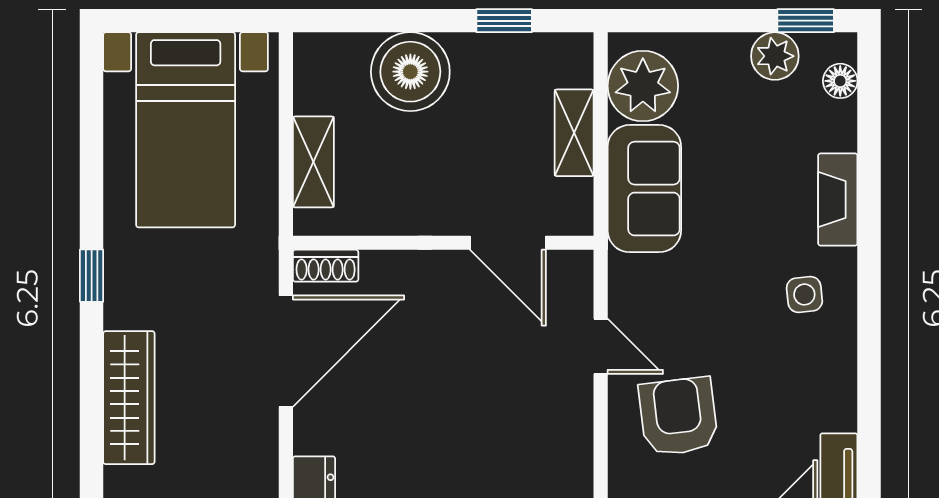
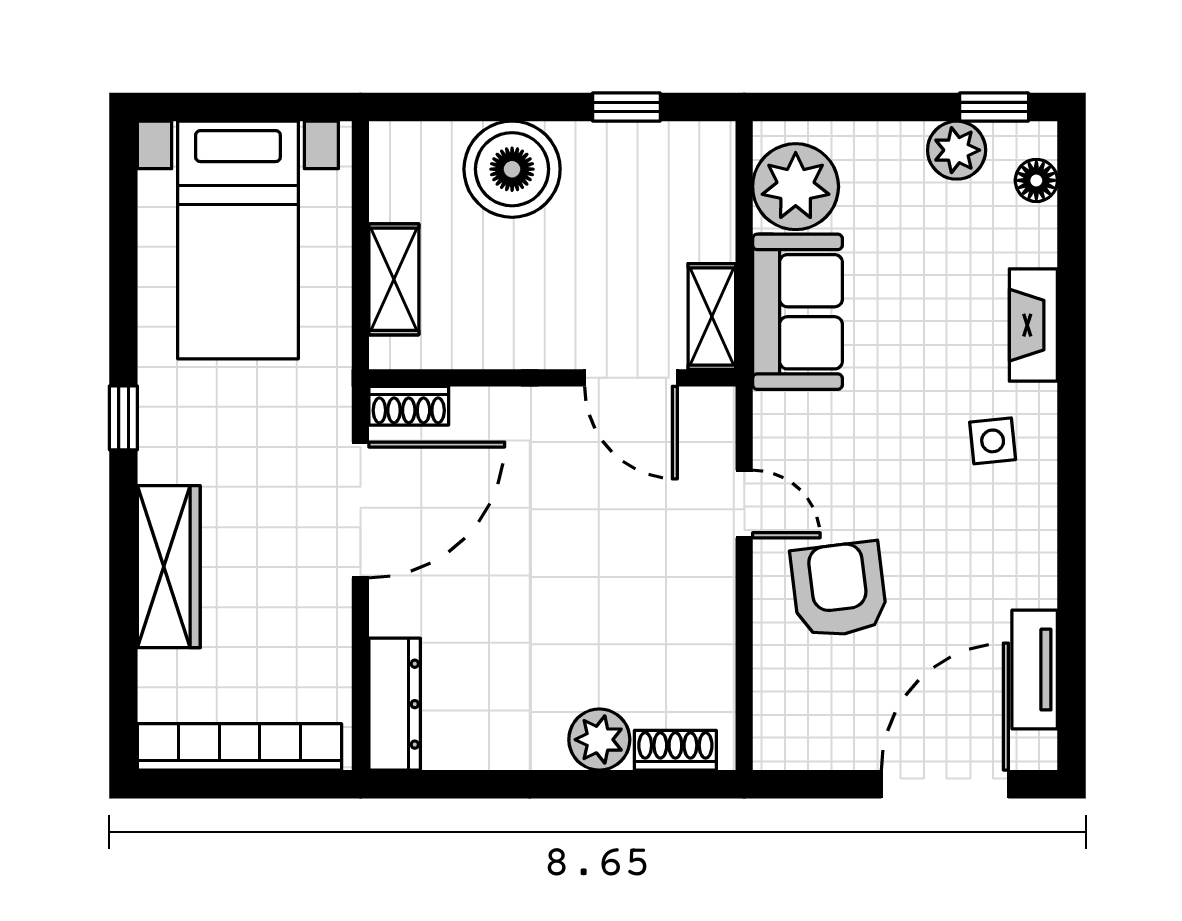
shelving: (574, 133) -> (712, 316), moved

